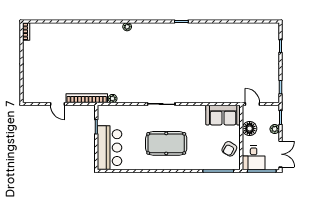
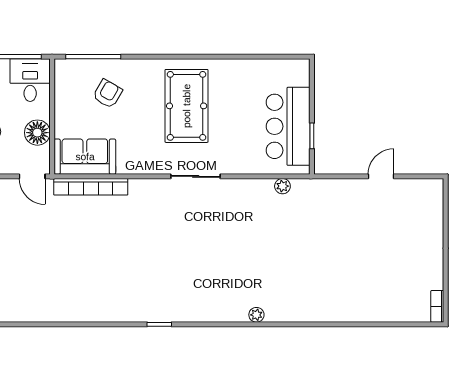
bookcase: (87, 98) -> (91, 187), moved
door: (58, 104) -> (381, 176), hinge flipped
pool table: (166, 143) -> (187, 106), turned 90
bar counter: (109, 148) -> (288, 126), moved
armchair: (229, 149) -> (108, 94), moved

